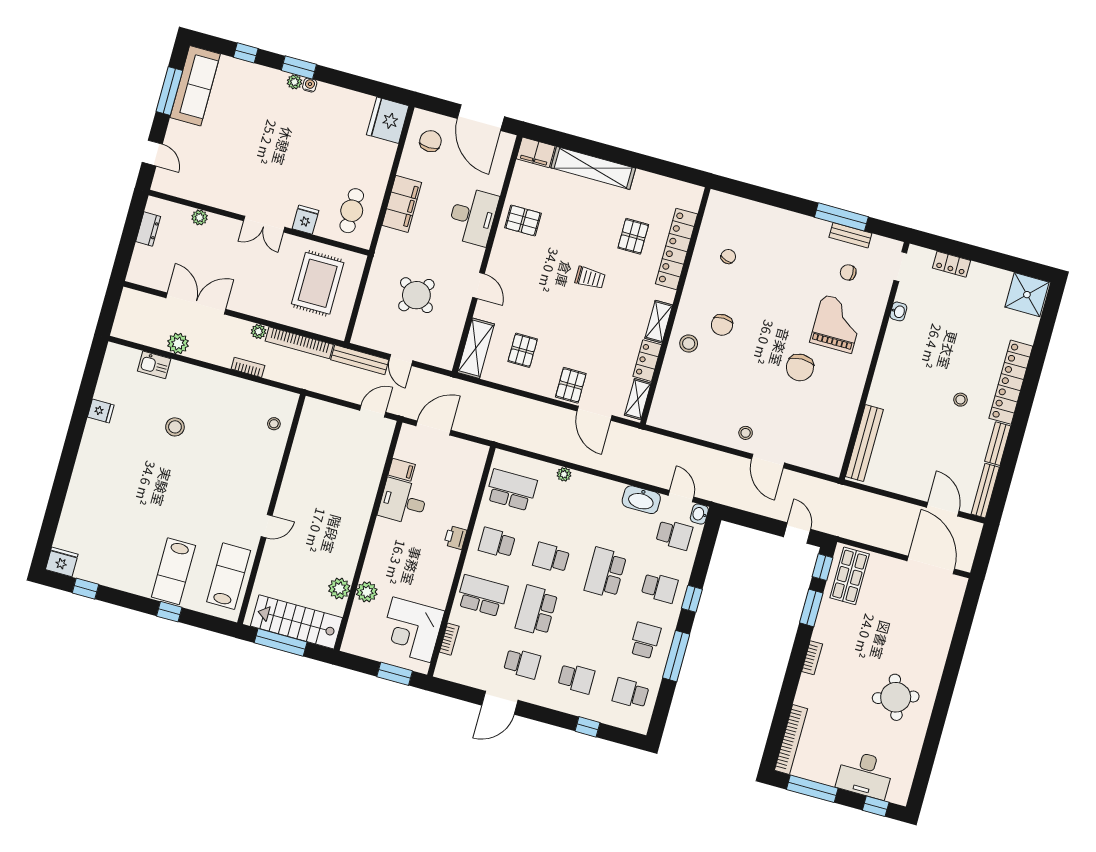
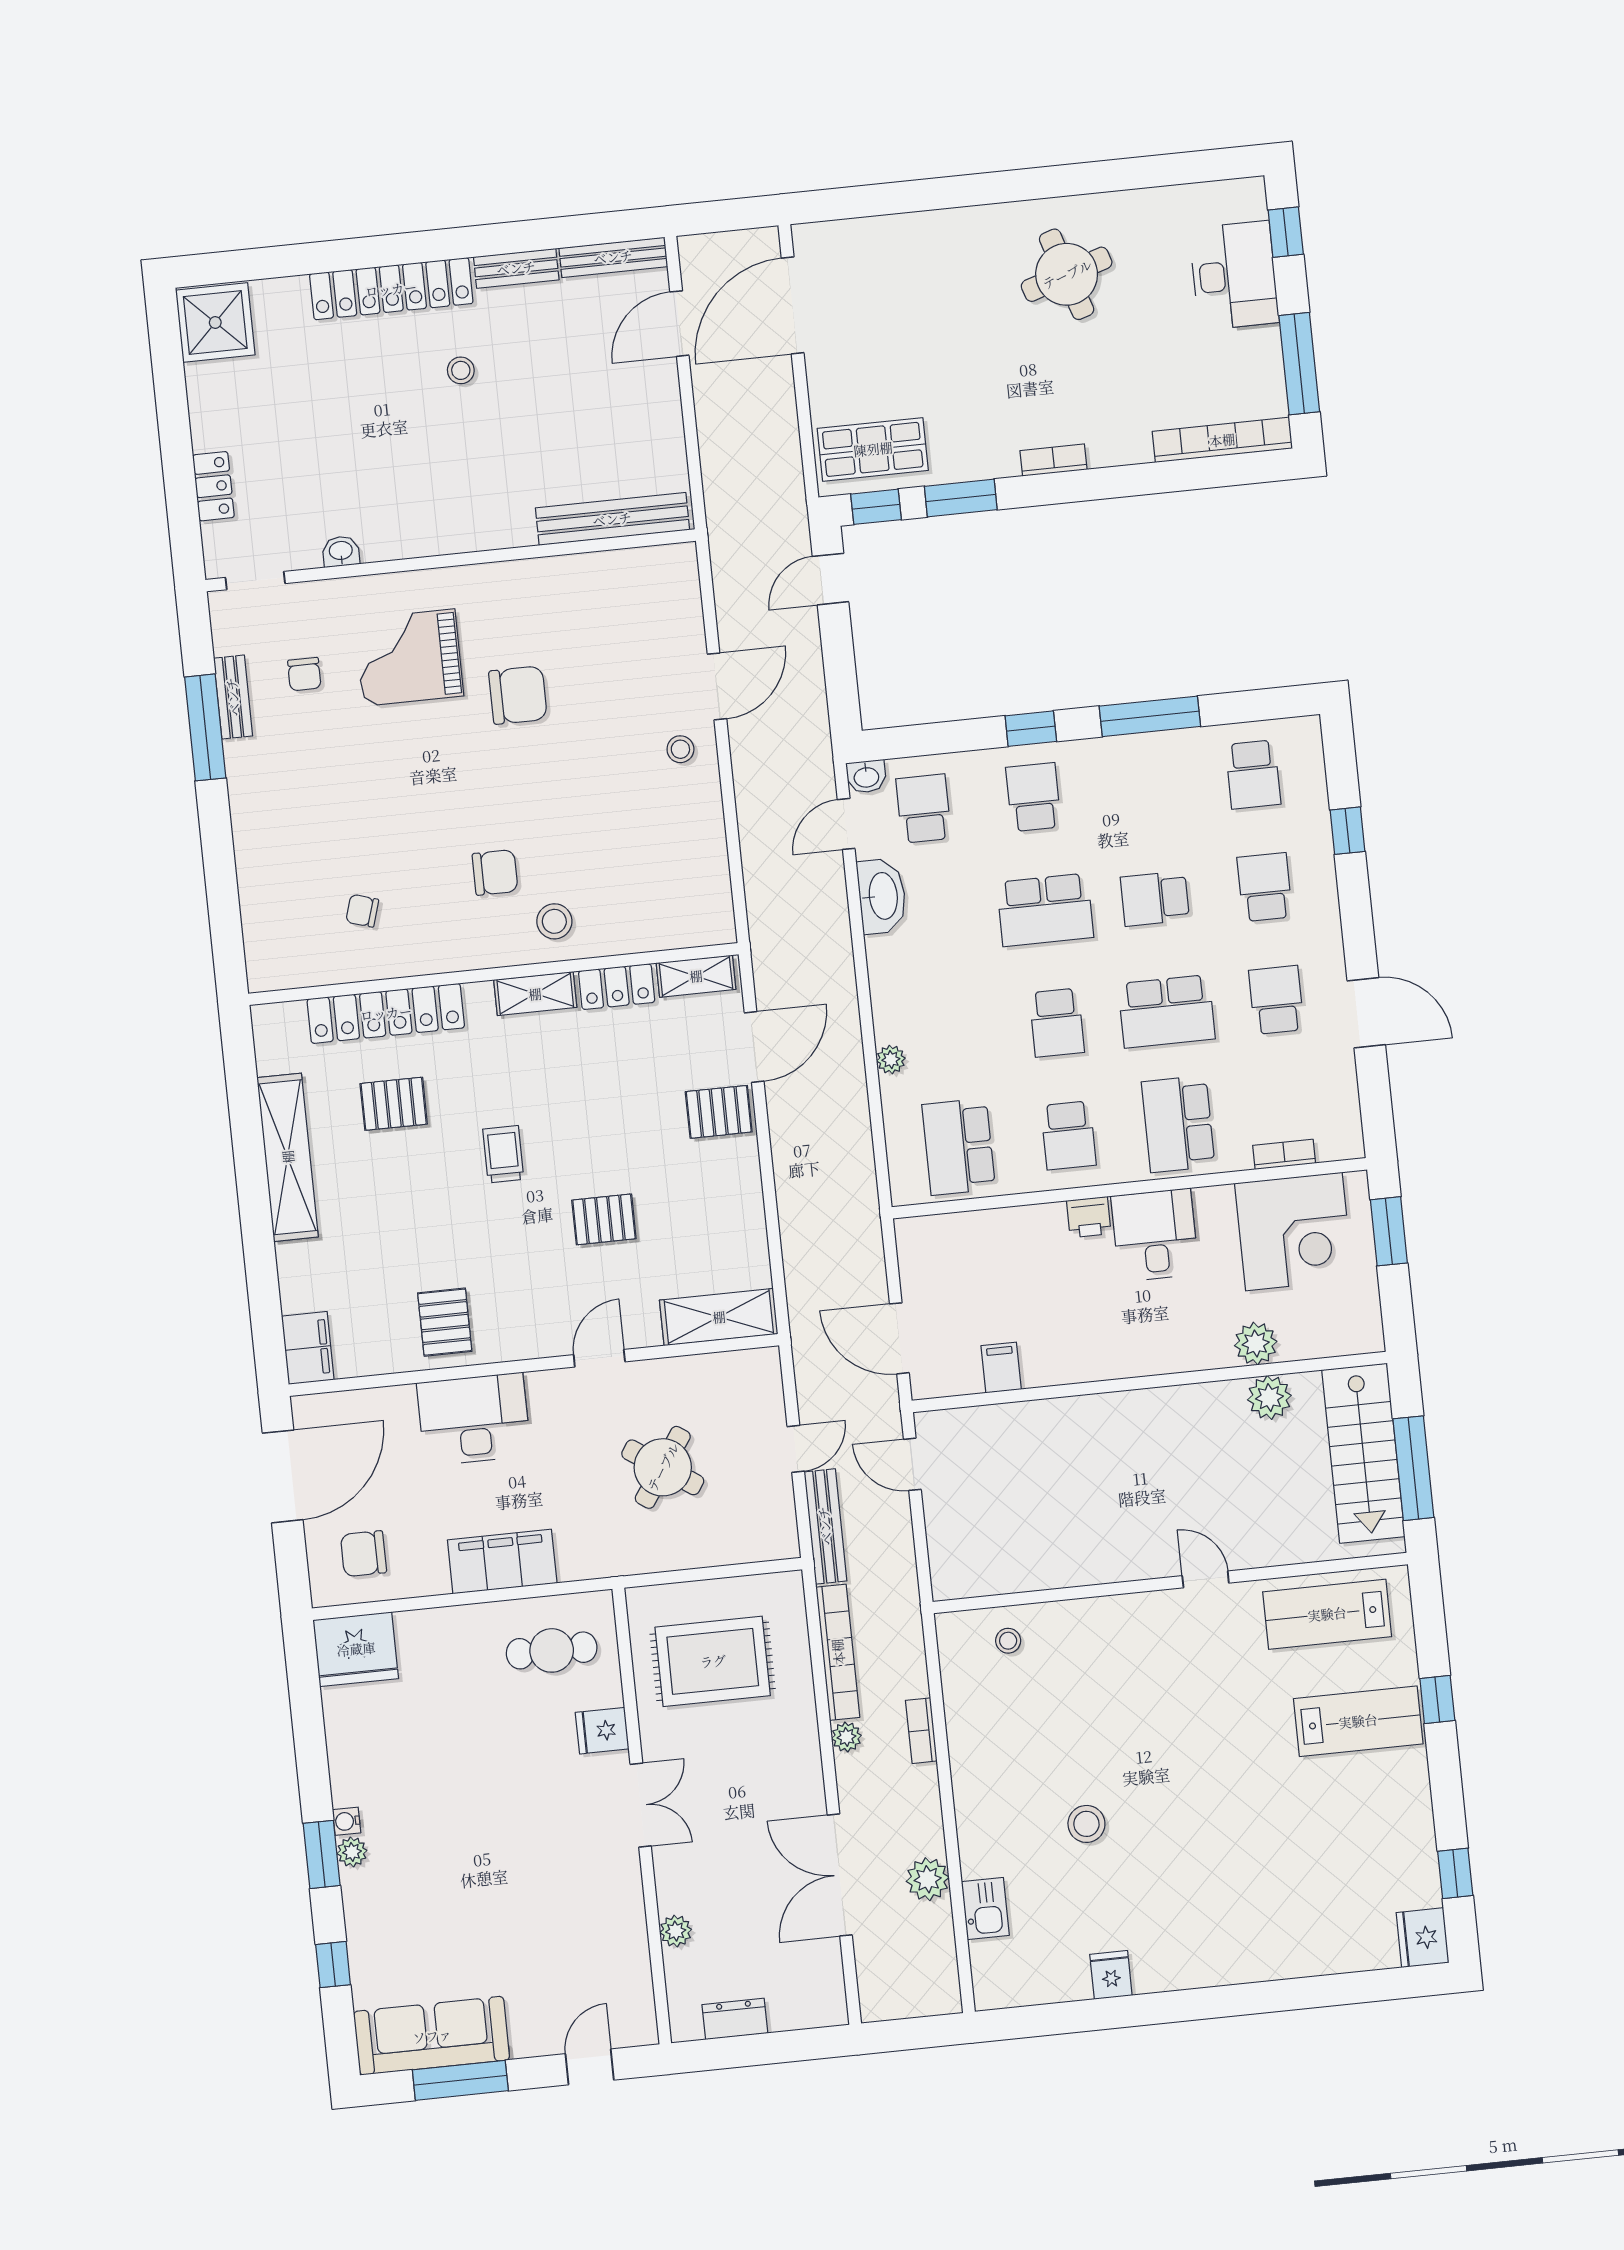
shelving: (593, 168) -> (288, 1157), moved
pallet: (523, 350) -> (604, 1219), moved
desk: (403, 502) -> (1155, 1235), moved, turned 180
school desk: (645, 640) -> (1155, 899), moved

